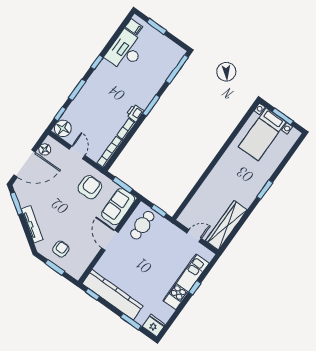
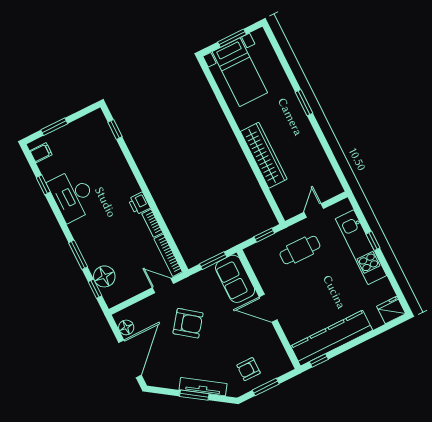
desk: (125, 51) -> (72, 195), moved
window: (97, 62) -> (43, 185), moved
window: (177, 69) -> (115, 129), width x0.46
window: (151, 105) -> (140, 180), removed
floor lamp: (63, 128) -> (104, 276), moved
door: (77, 152) -> (163, 286), moved
armchair: (90, 187) -> (188, 323), moved, turned 127
window: (17, 203) -> (194, 395), moved
cafe table: (142, 225) -> (300, 250), moved, turned 90
wardrobe: (226, 225) -> (264, 155), moved, turned 180
armchair: (61, 249) -> (249, 369), turned -90
window: (131, 322) -> (373, 334), removed

